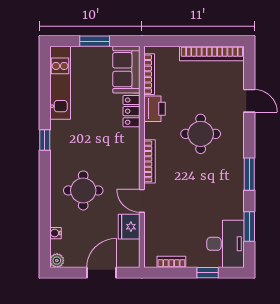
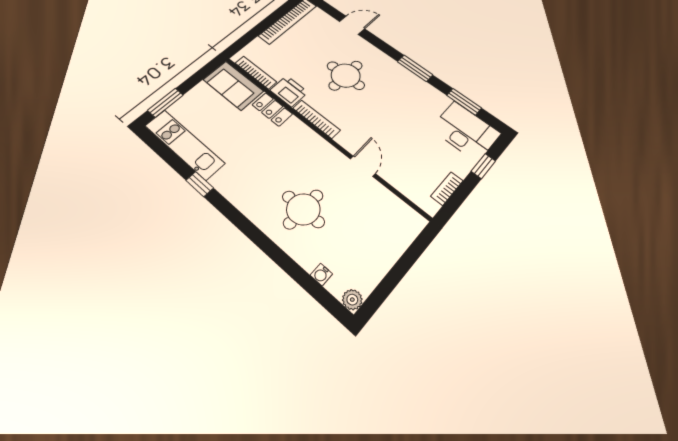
window: (95, 41) -> (165, 103), moved
window: (45, 140) -> (200, 184), moved
bookcase: (150, 161) -> (316, 119), moved
door: (142, 201) -> (363, 166), swing flipped
fridge: (129, 227) -> (378, 198), removed
door: (101, 273) -> (404, 264), removed

